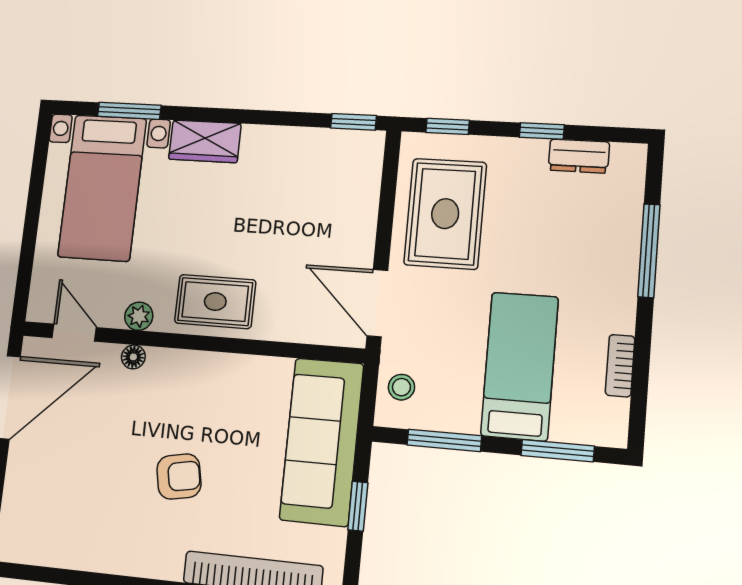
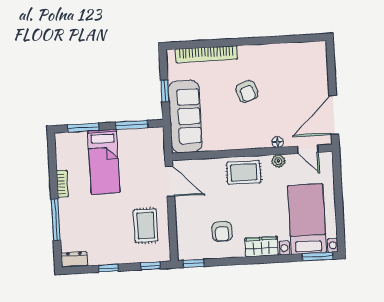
window: (129, 111) -> (318, 256), moved
dresser: (579, 156) -> (74, 259), moved
armchair: (282, 182) -> (222, 231), added
rug: (445, 214) -> (146, 226), width x0.73, depth x0.70
bookcase: (620, 366) -> (62, 184), moved
stool: (401, 387) -> (154, 145), removed
armchair: (179, 477) -> (247, 91), turned -98

